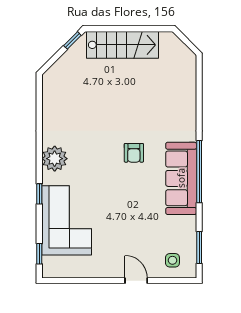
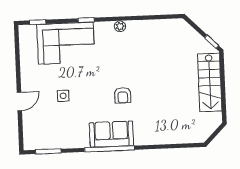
armchair: (134, 153) -> (123, 95), turned -90
plant: (55, 159) -> (120, 26), width x0.53, depth x0.53
sofa: (181, 178) -> (111, 134), width x0.73
side table: (172, 260) -> (63, 96), moved

